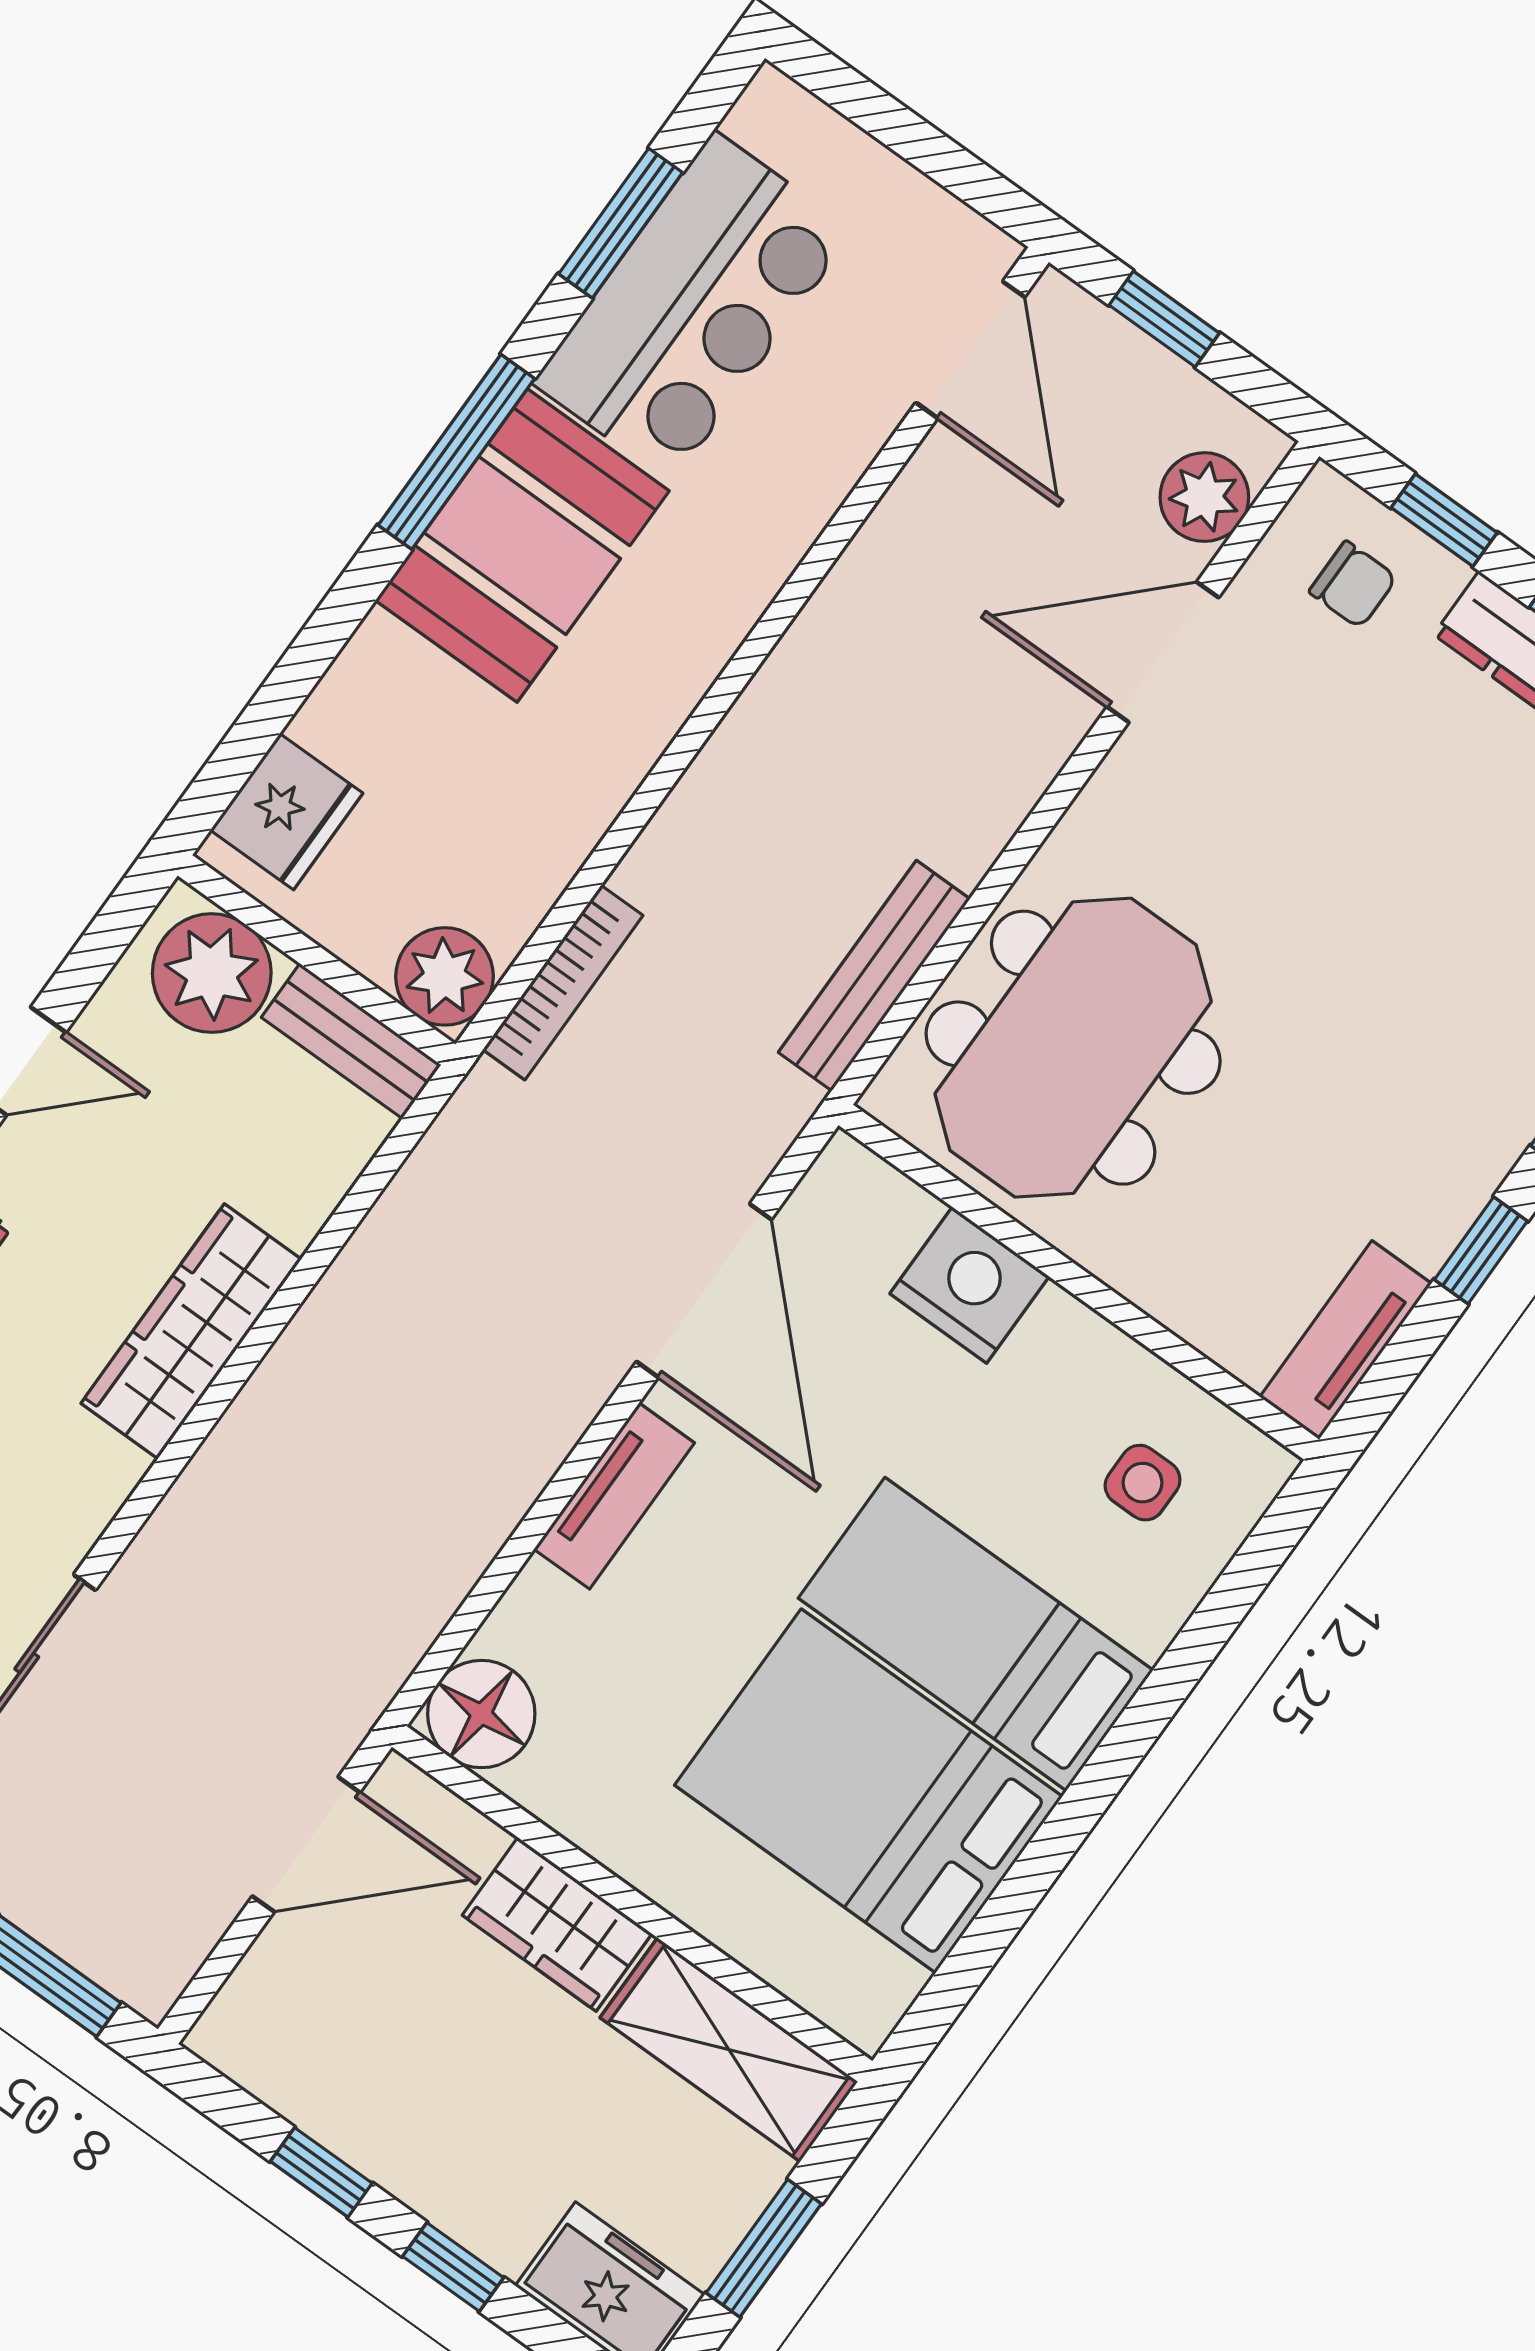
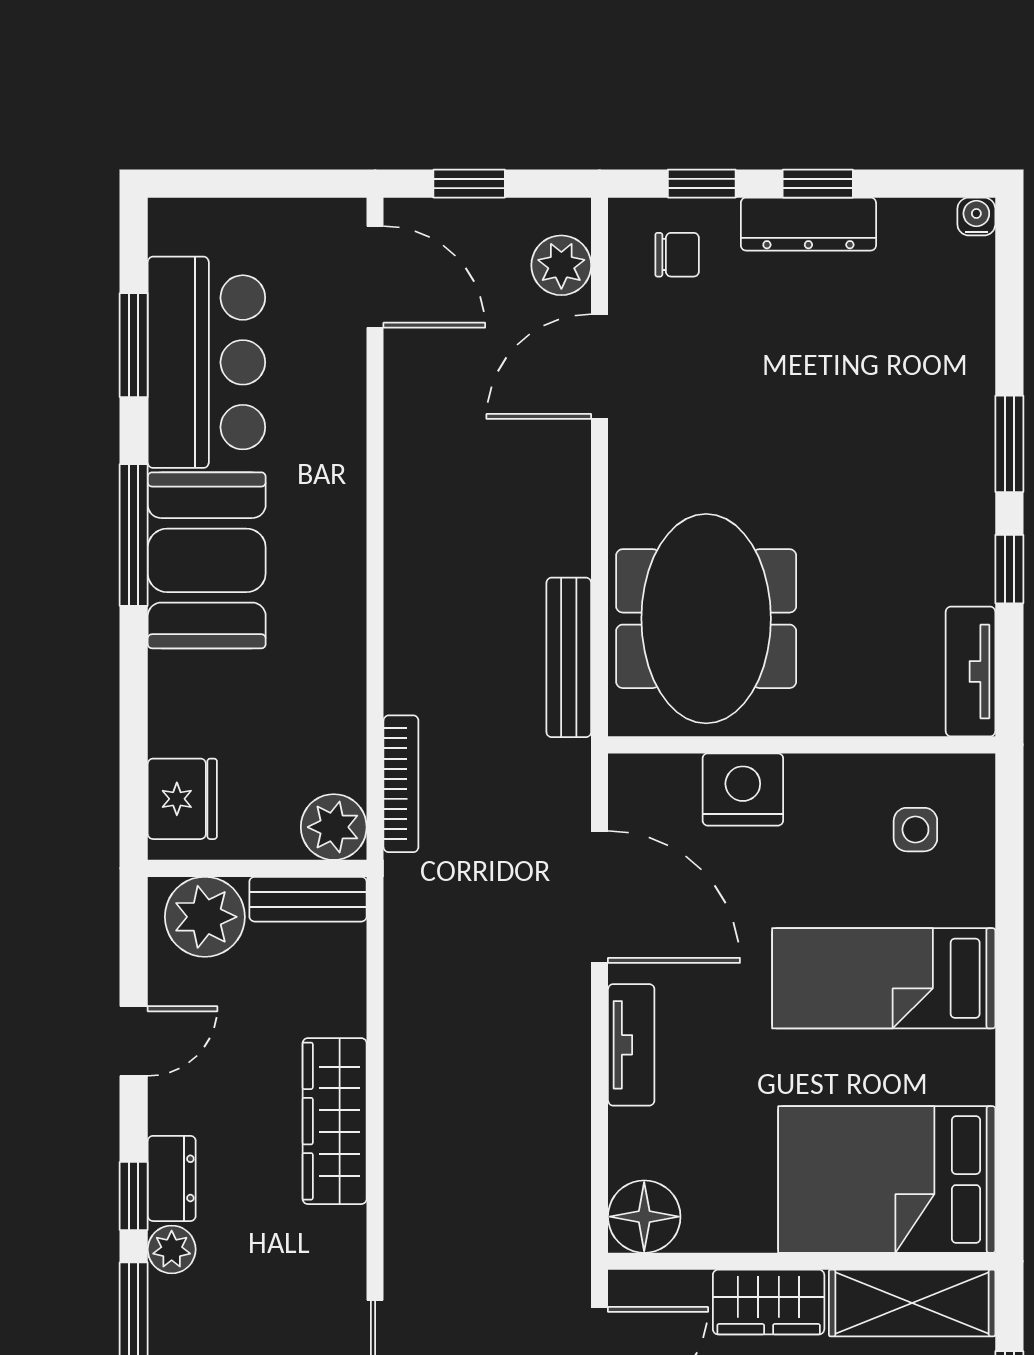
bed: (869, 1791) -> (887, 1180), moved

